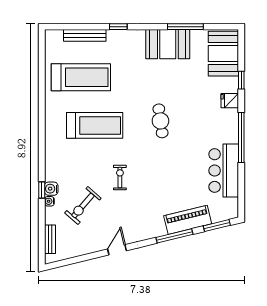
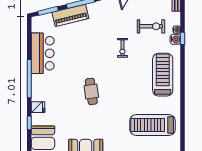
treadmill: (95, 125) -> (163, 75), moved, turned 90
exercise bike: (83, 206) -> (151, 26), turned 49

